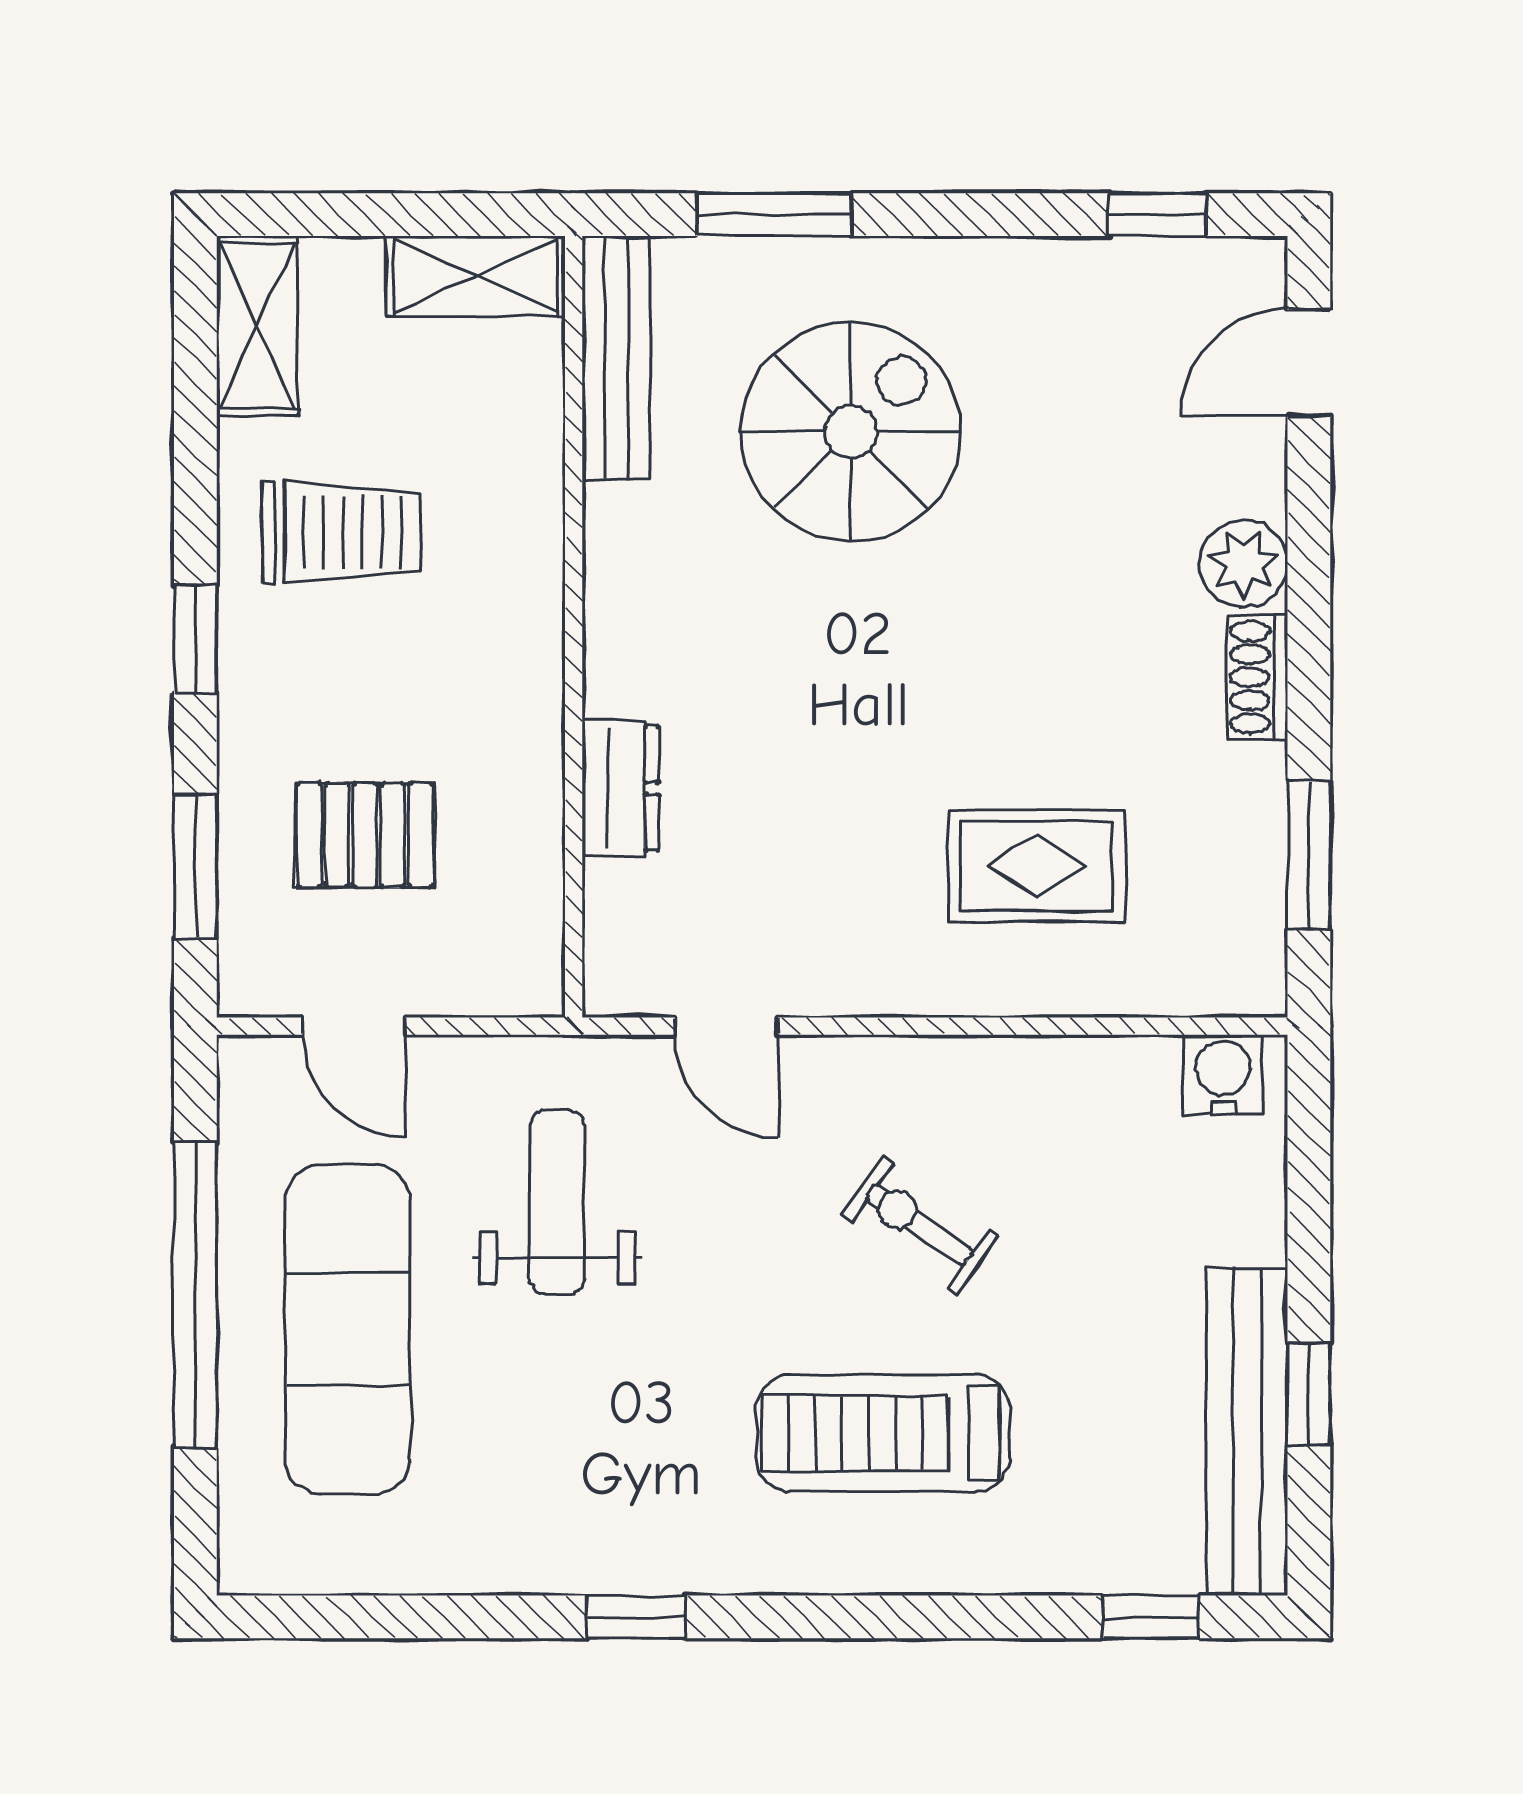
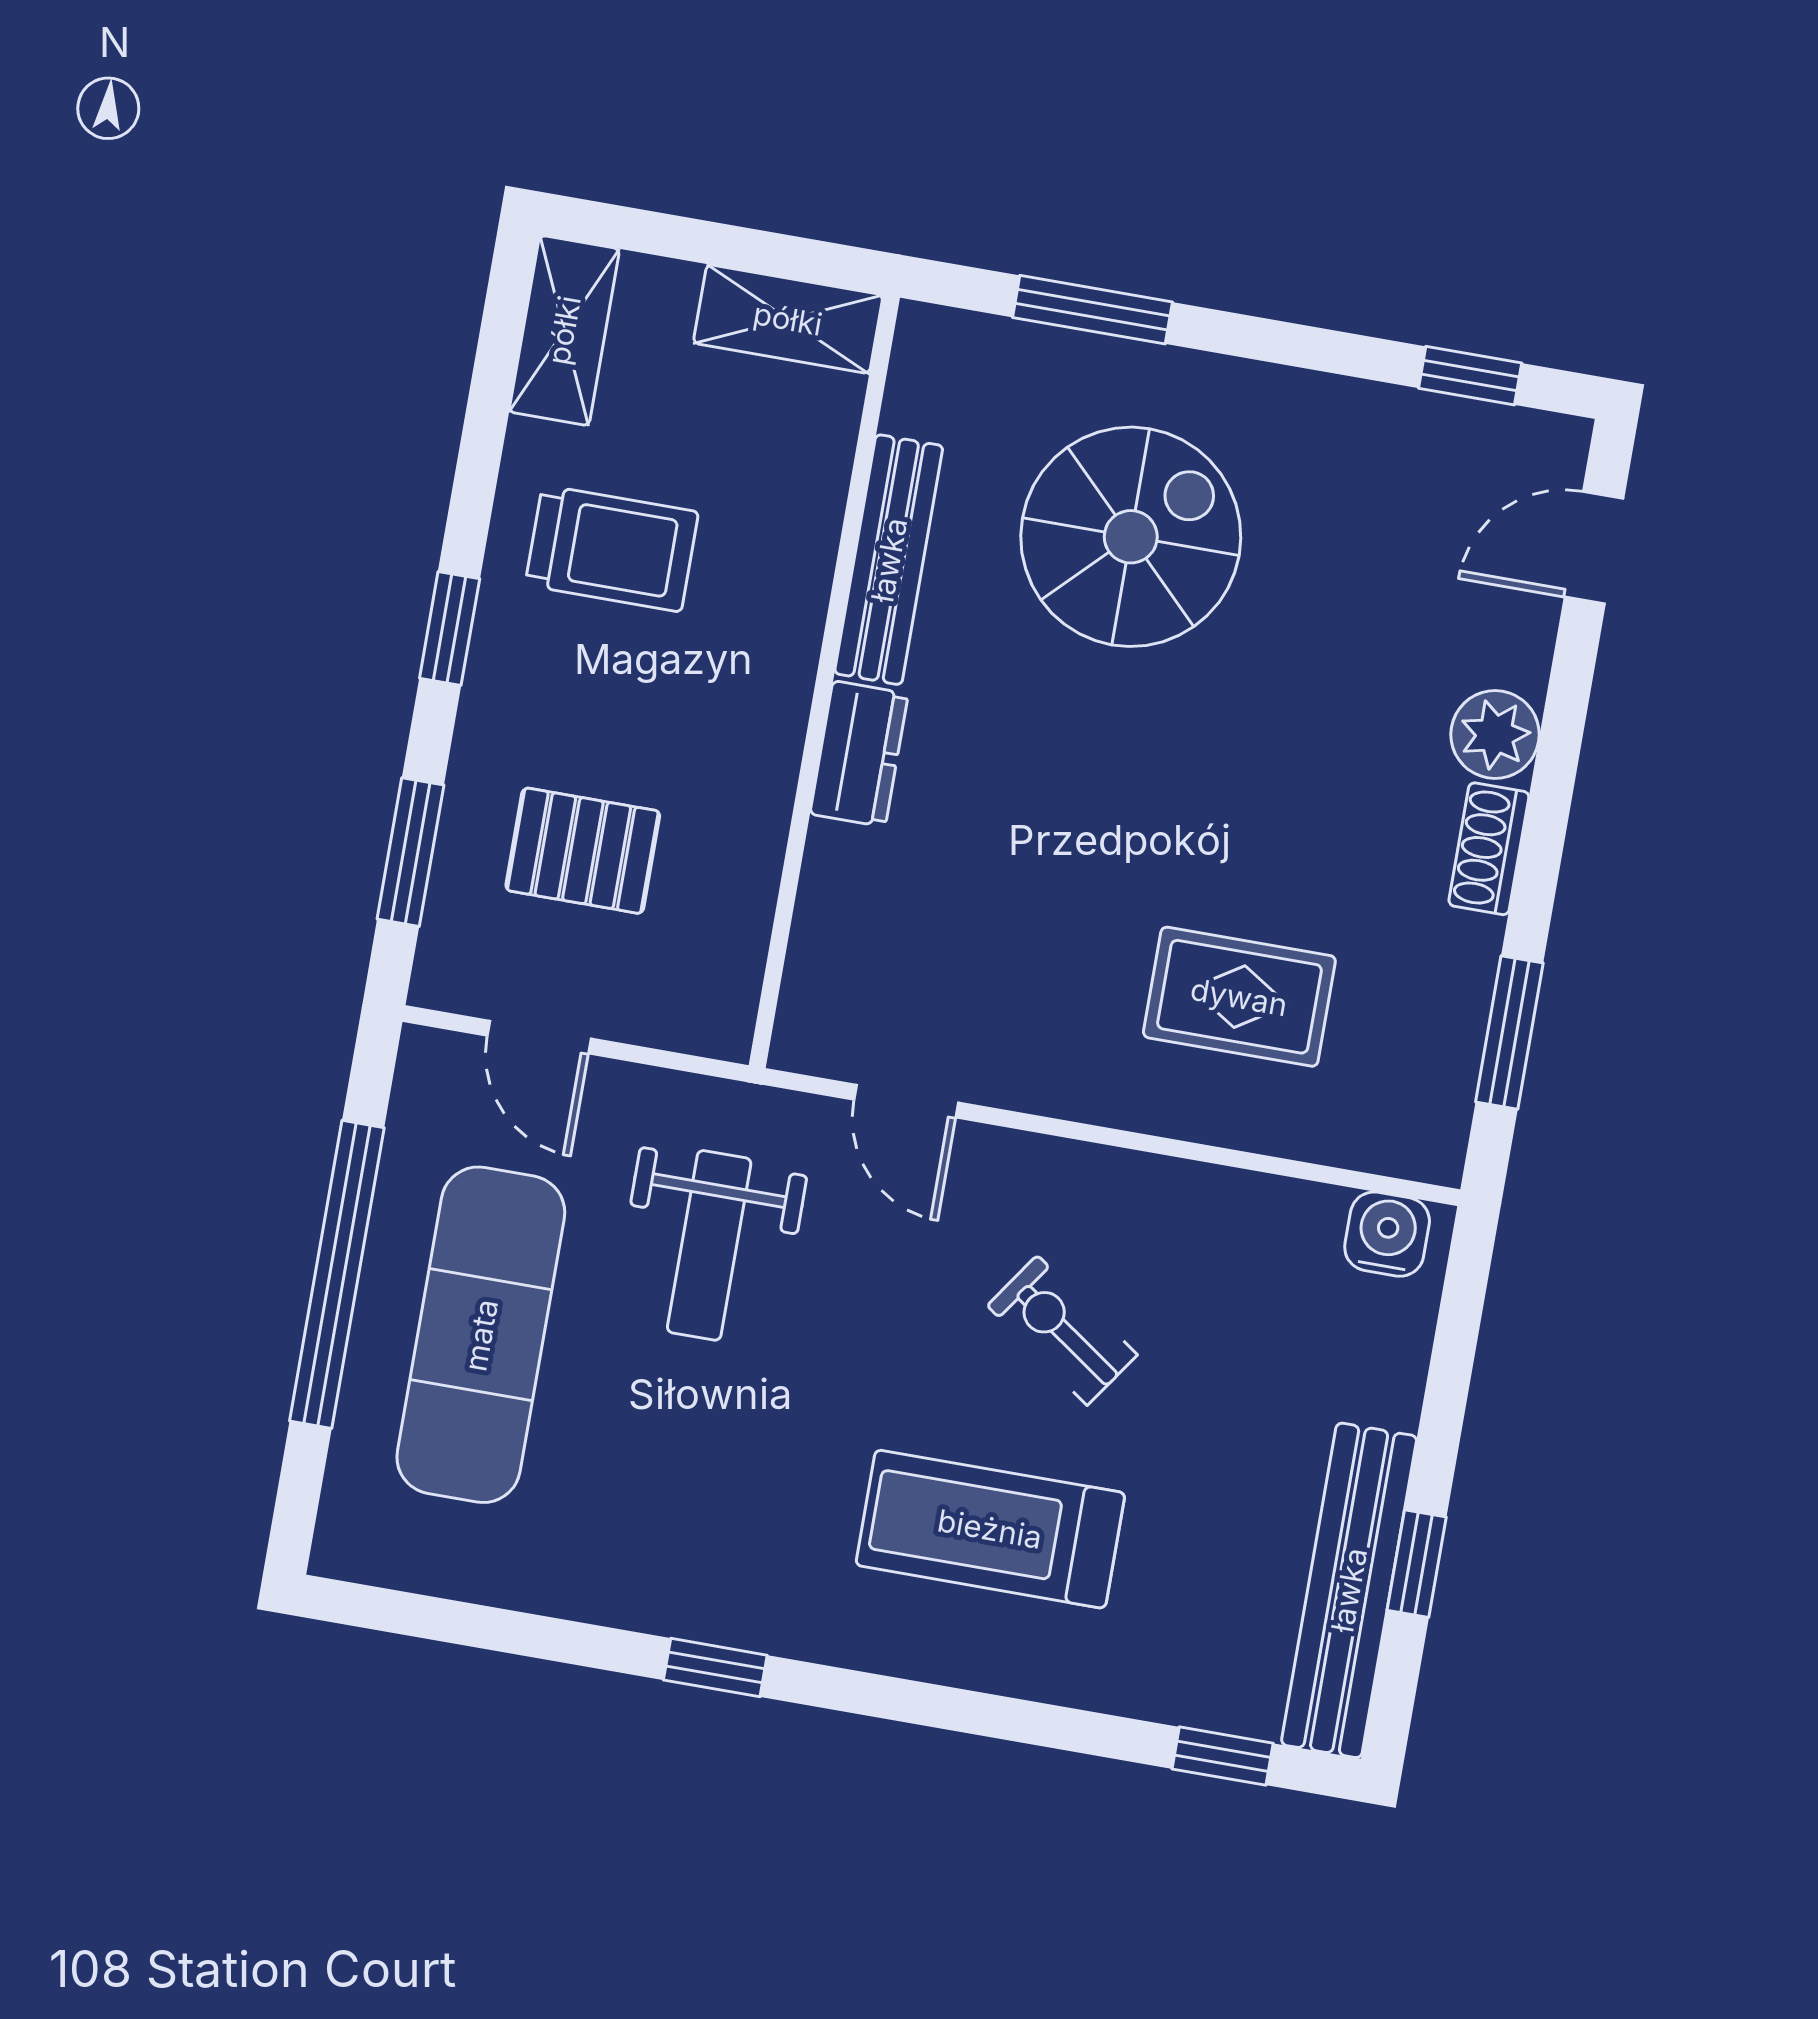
bench: (616, 357) -> (889, 560), moved
dresser: (620, 788) -> (859, 754), moved
weight bench: (557, 1202) -> (709, 1245), turned 180

